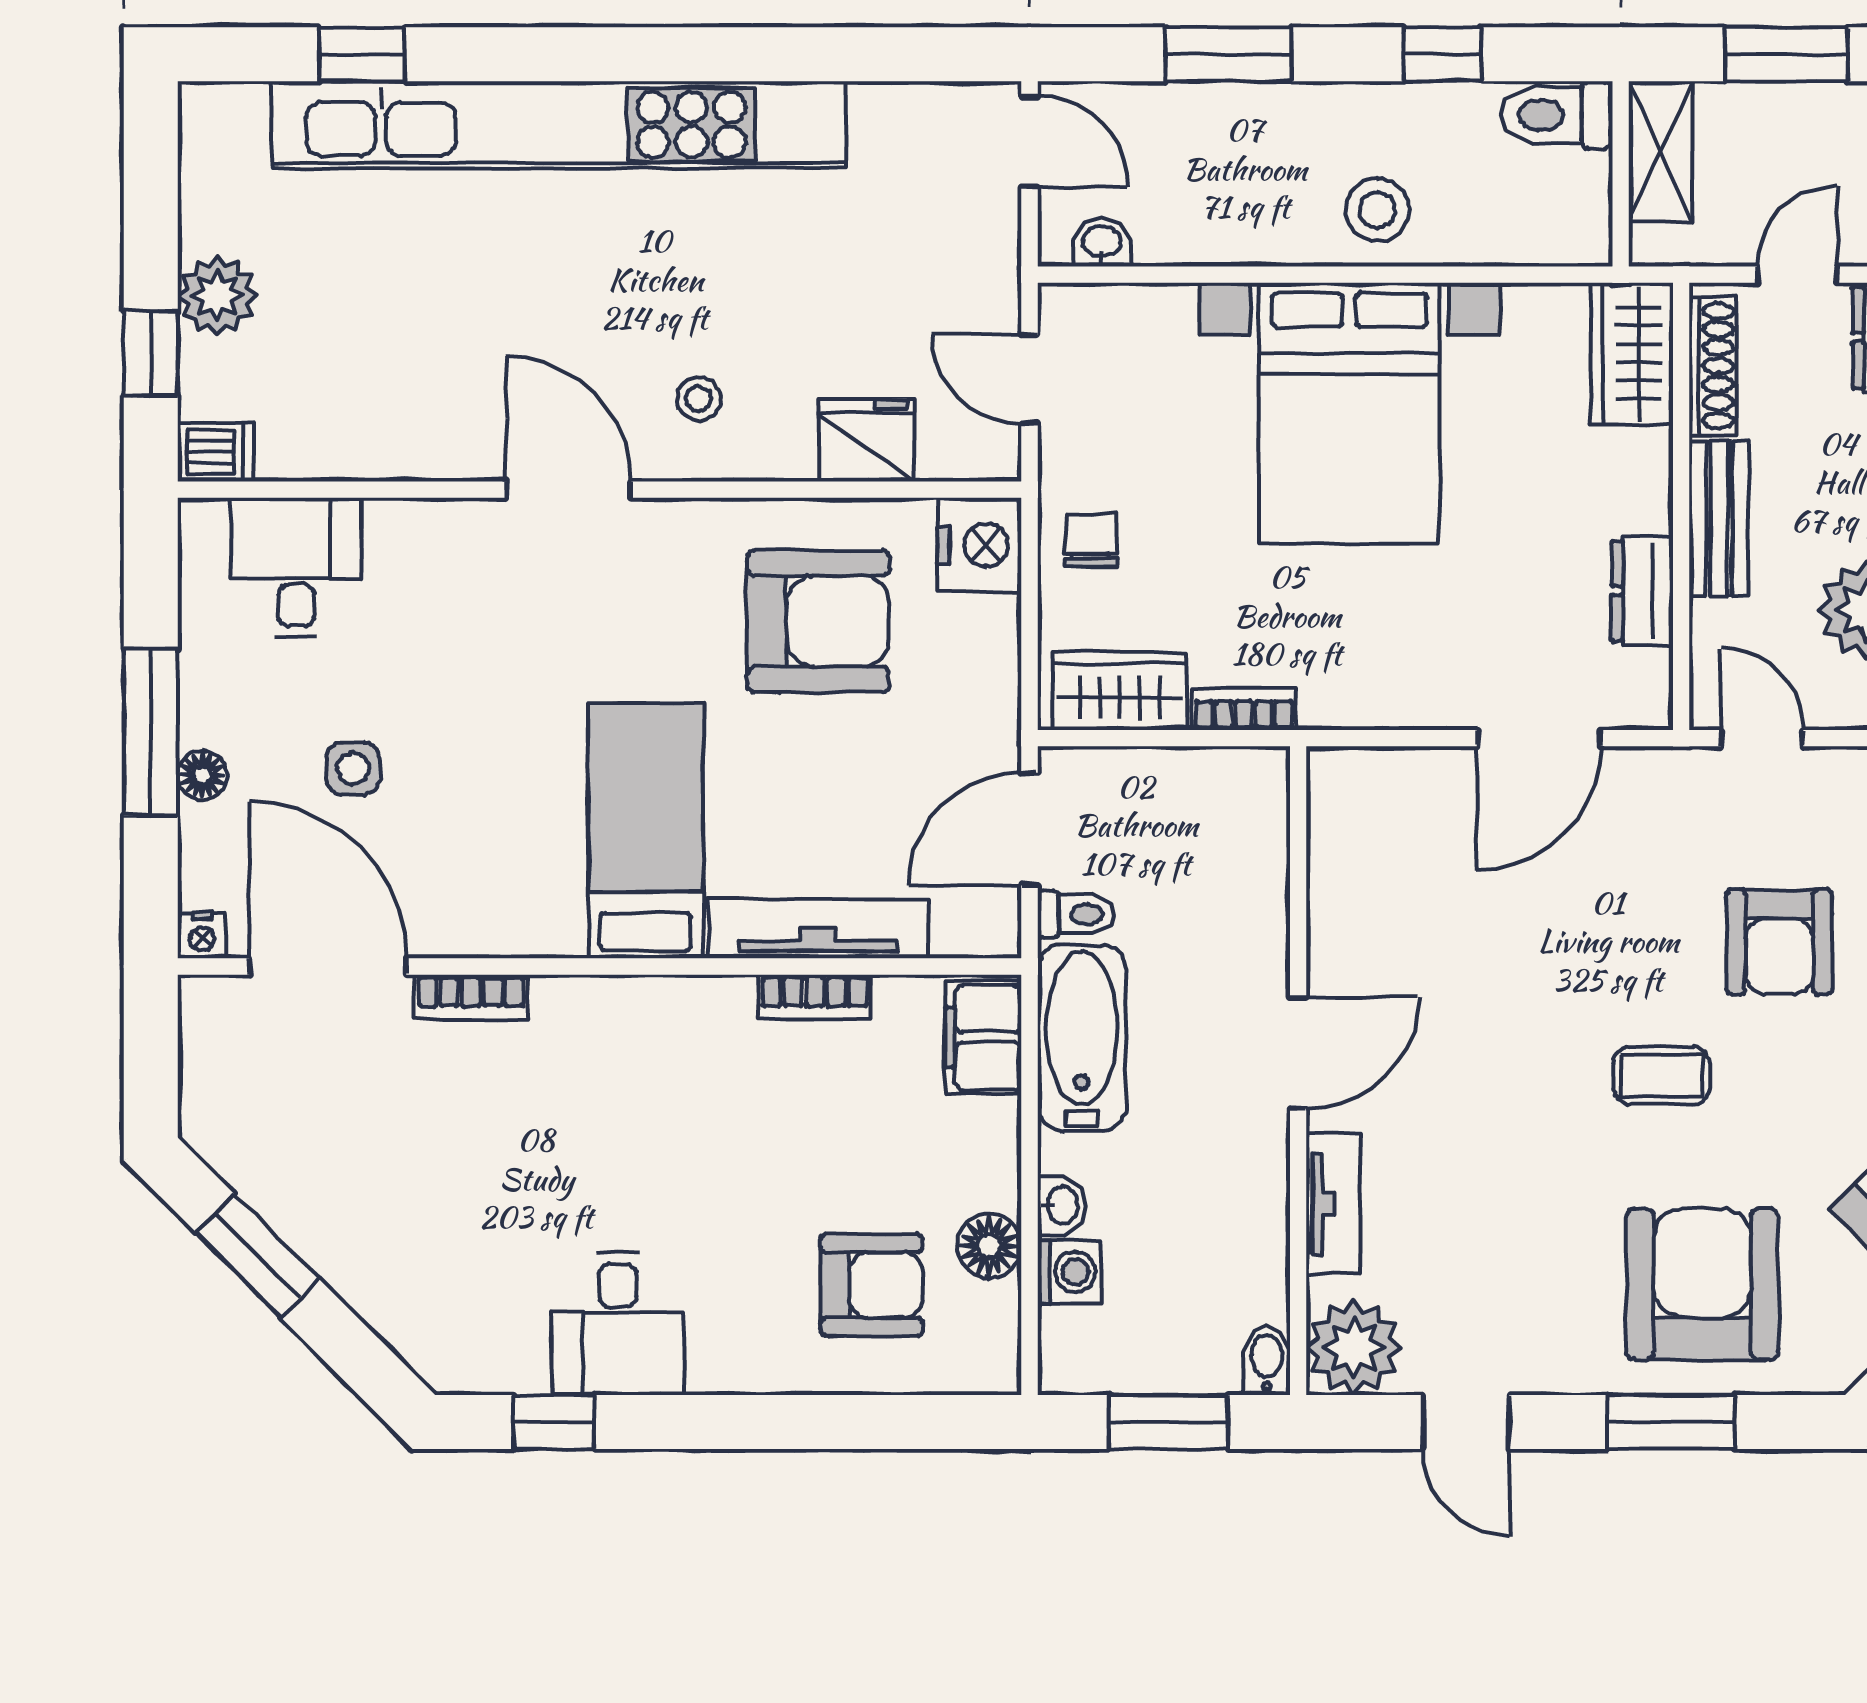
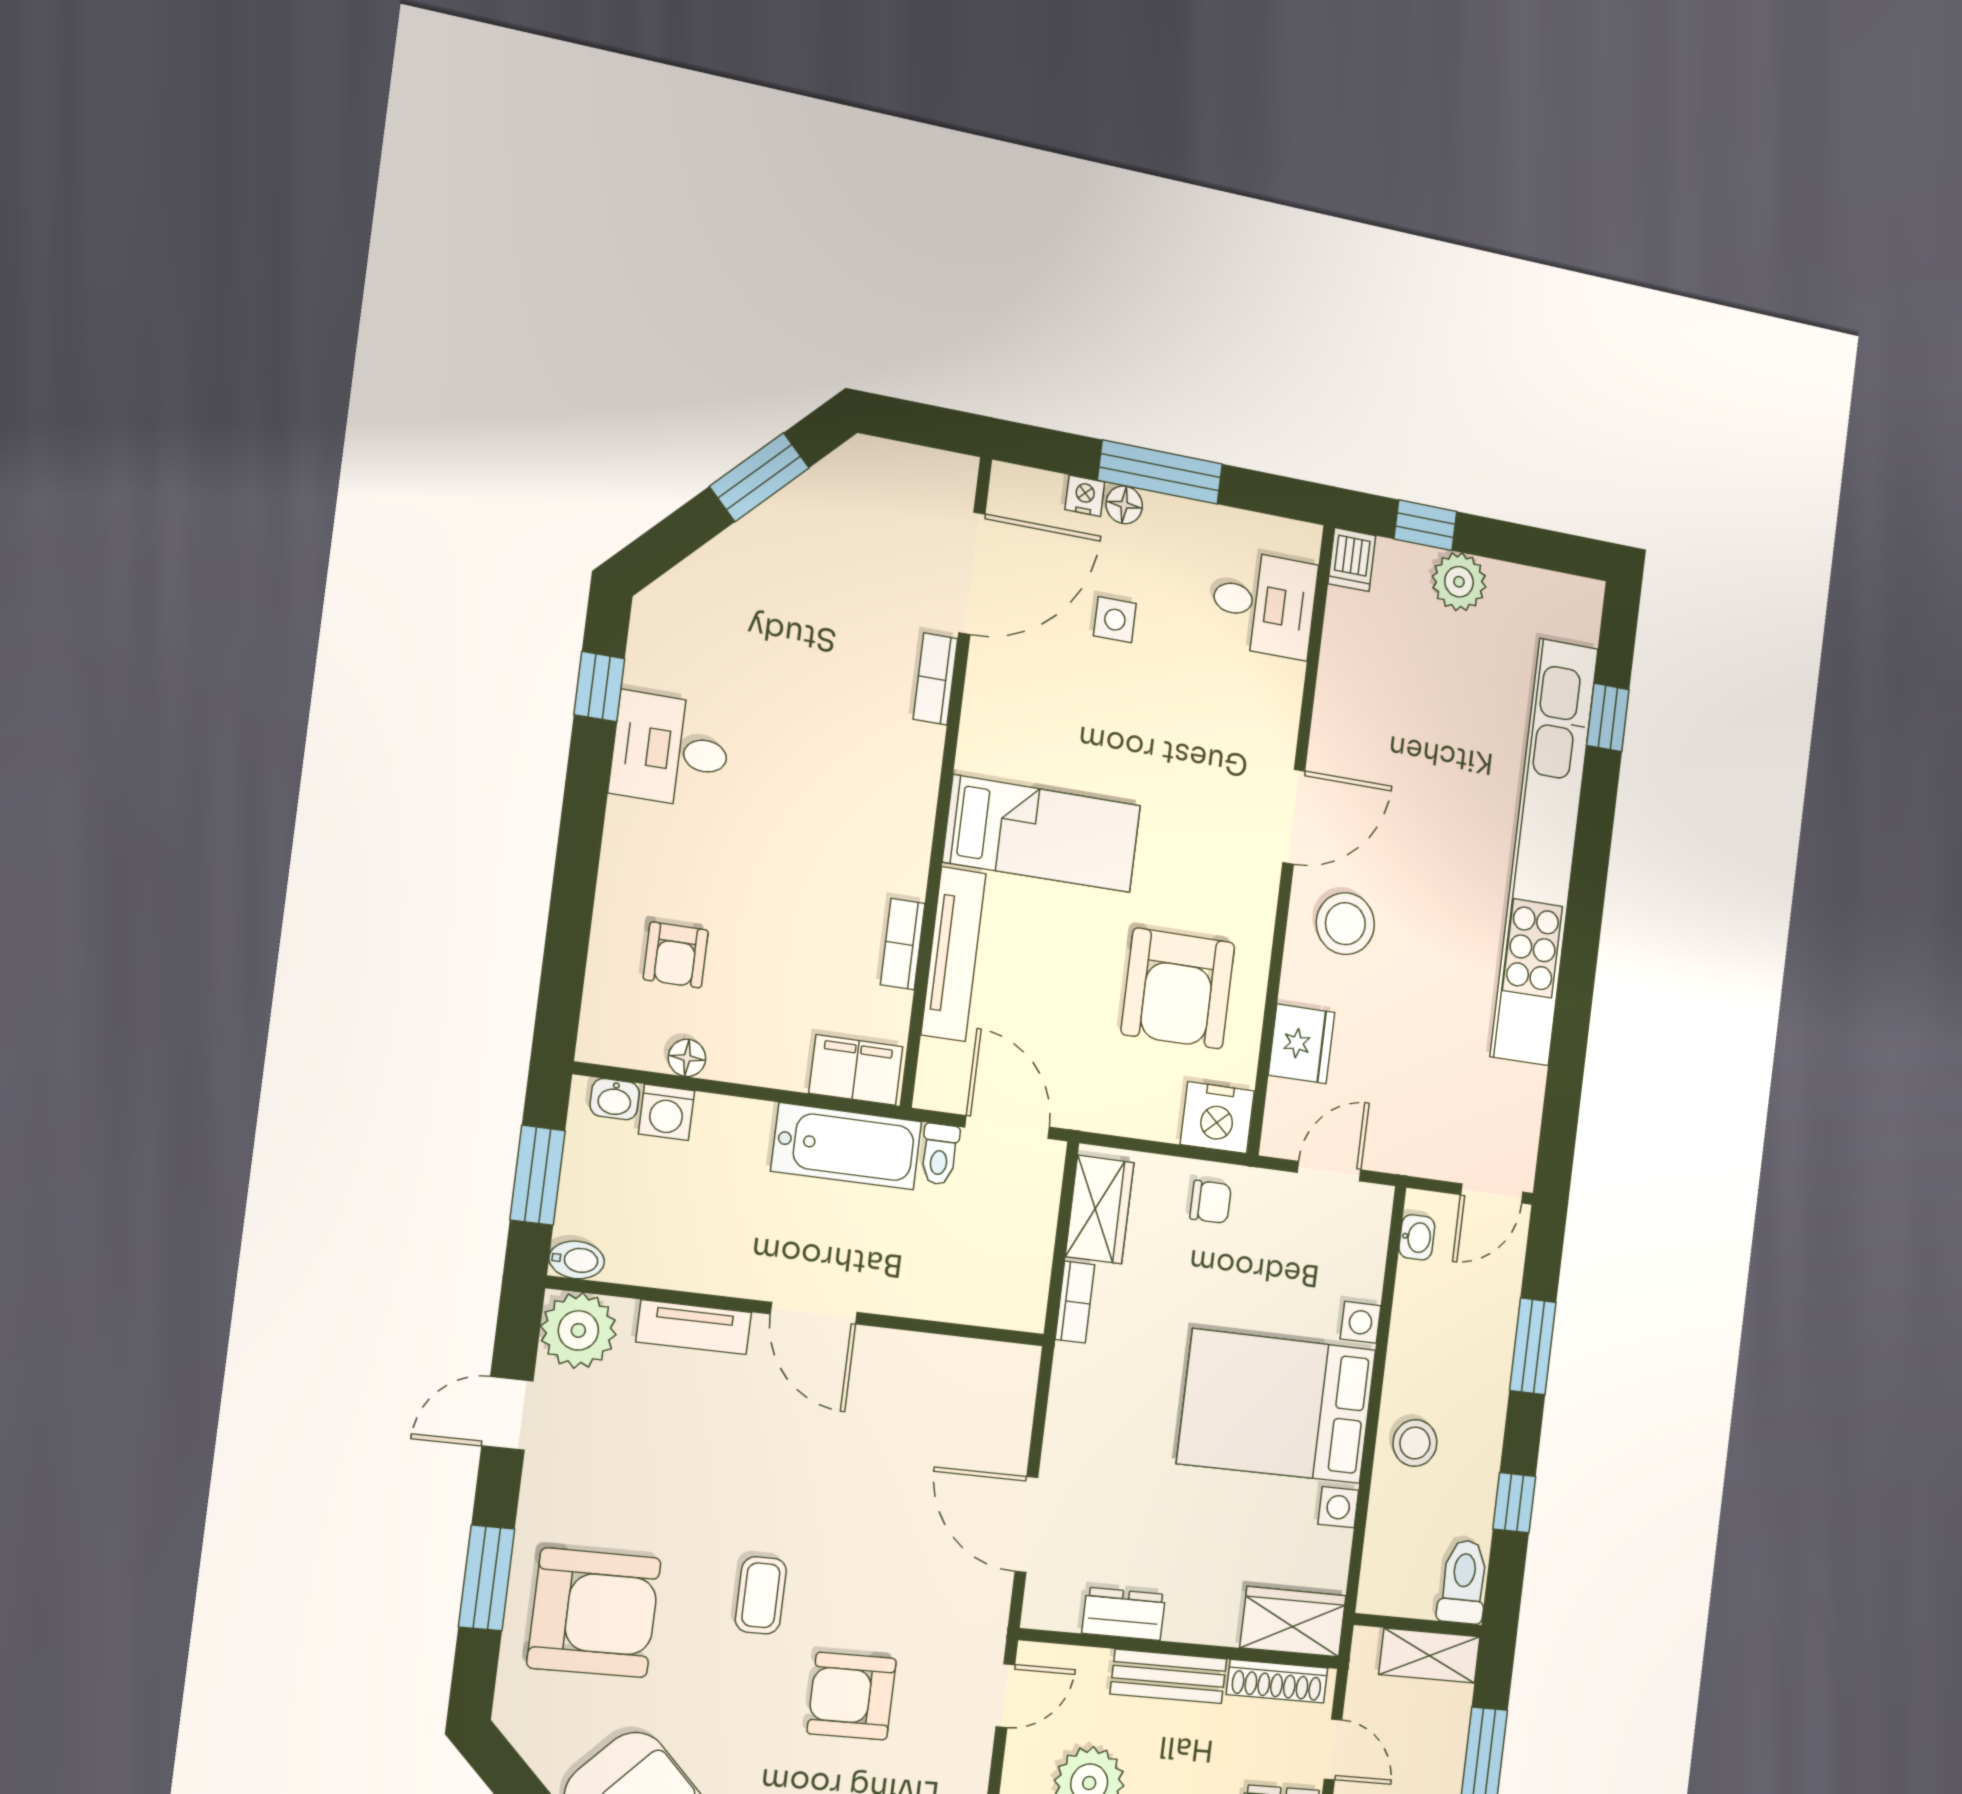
stool: (698, 399) -> (1345, 924), width x1.89, depth x1.89
nightstand: (202, 936) -> (1085, 496), moved, turned 90
washbasin: (1061, 1205) -> (615, 1099), moved
floor lamp: (989, 1246) -> (687, 1058), width x0.73, depth x0.73
armchair: (871, 1285) -> (676, 955), width x0.72, depth x0.72

